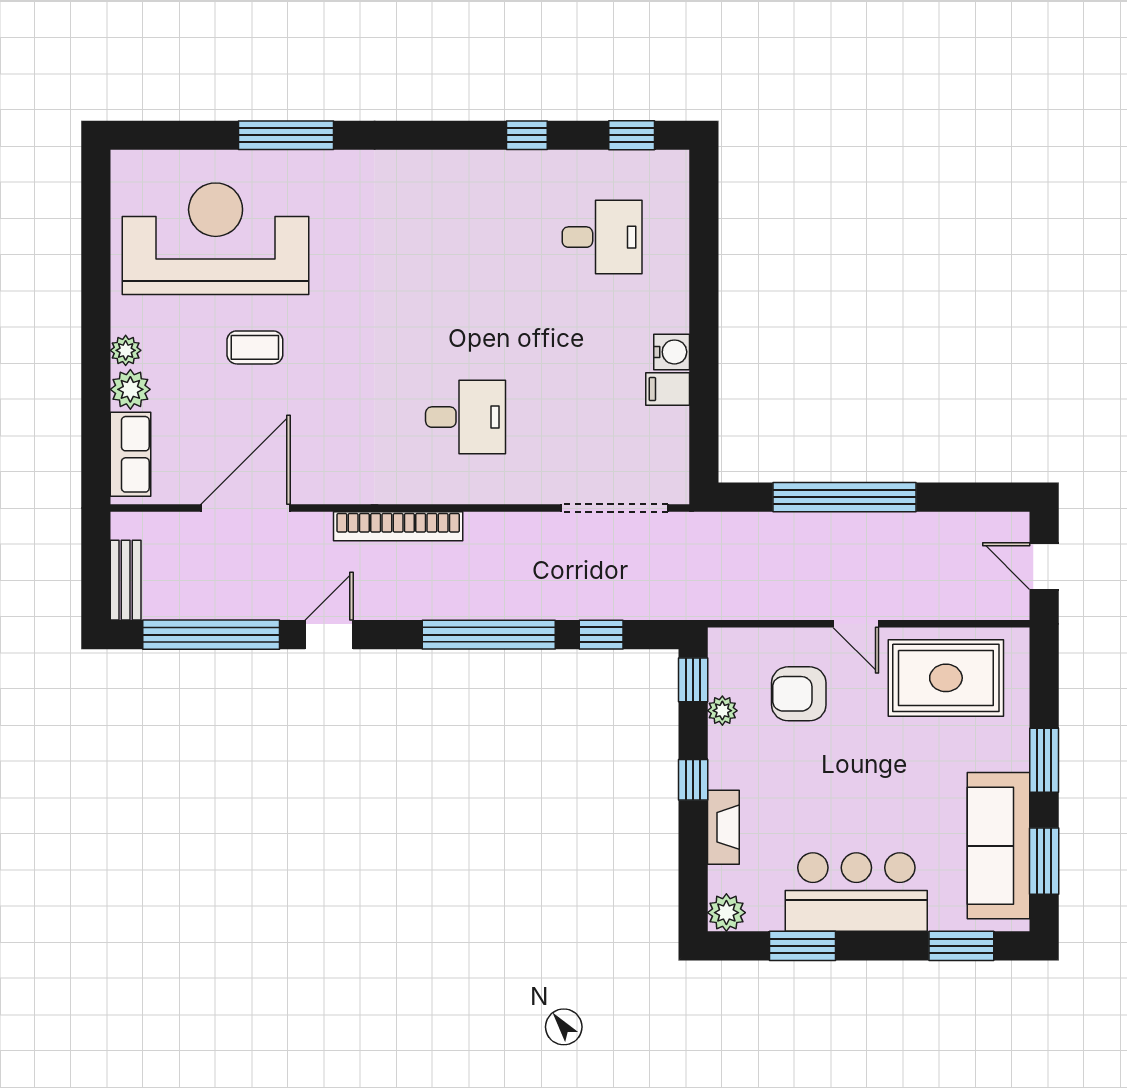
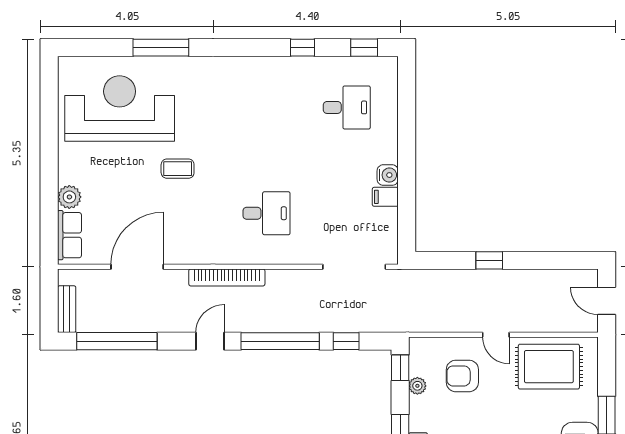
coffee table: (255, 347) -> (178, 169), moved
plant: (126, 350) -> (67, 174), removed
window: (844, 497) -> (489, 260), width x0.32
door: (329, 635) -> (210, 341), moved

